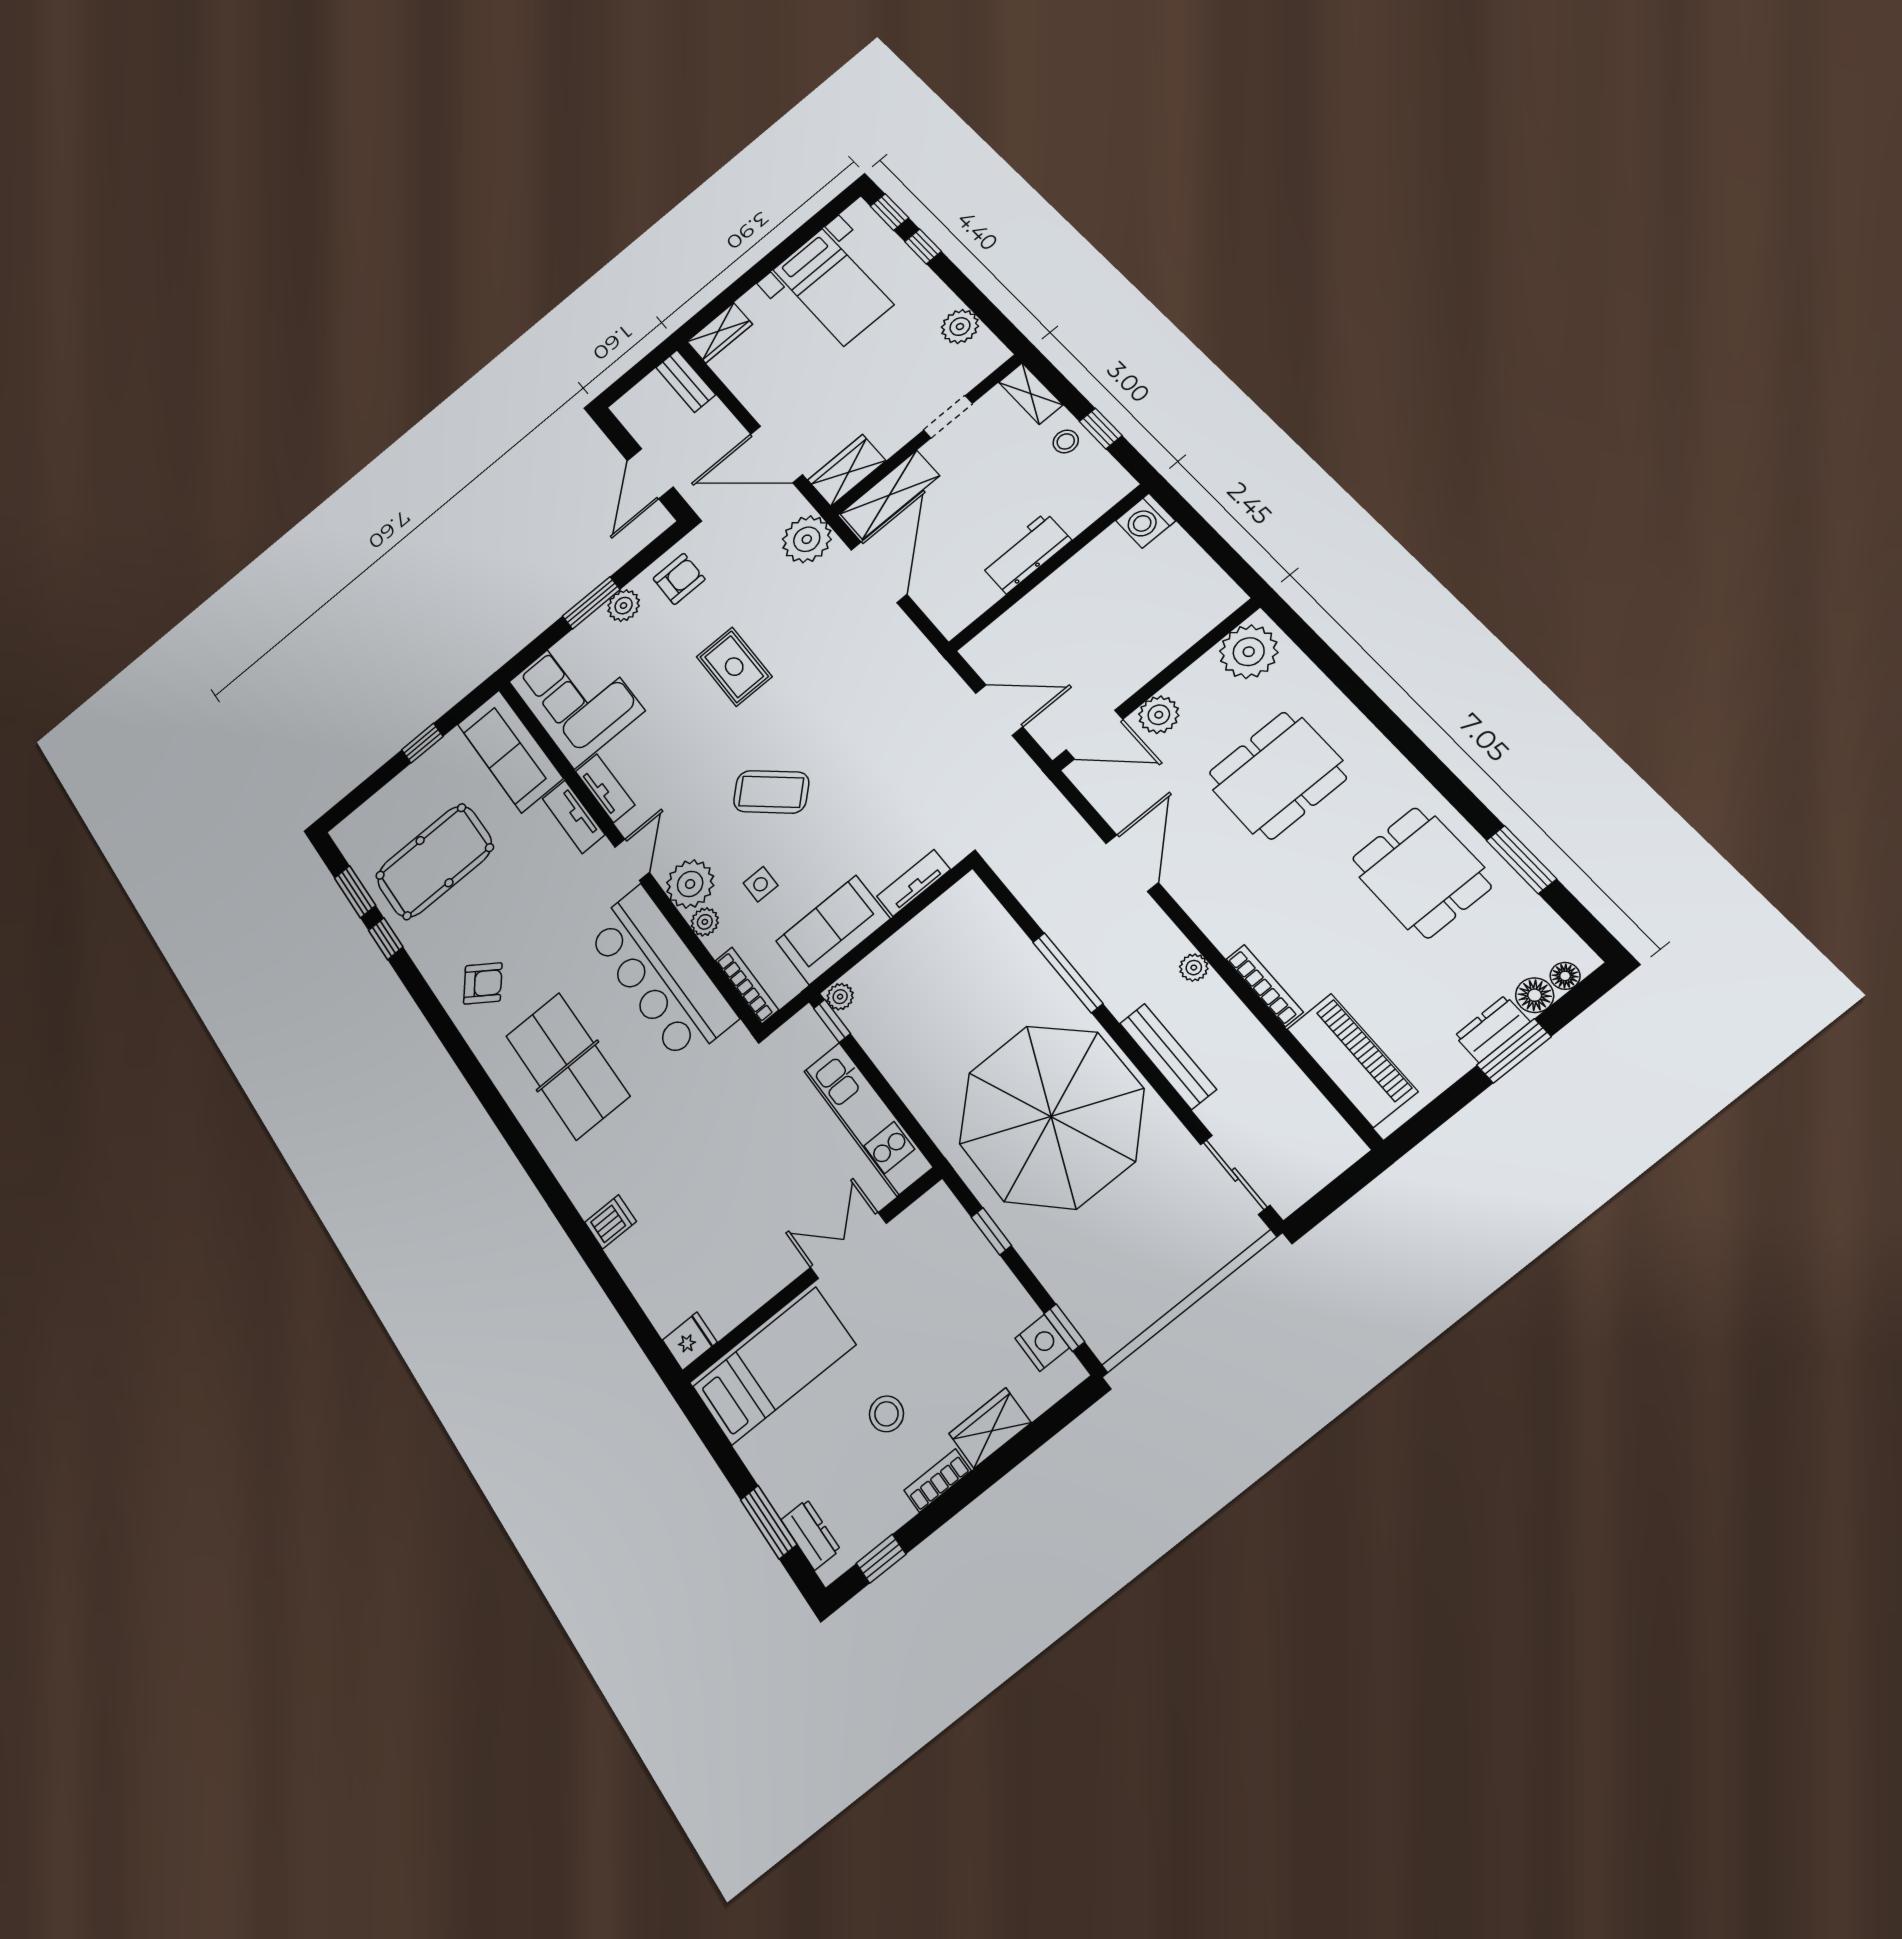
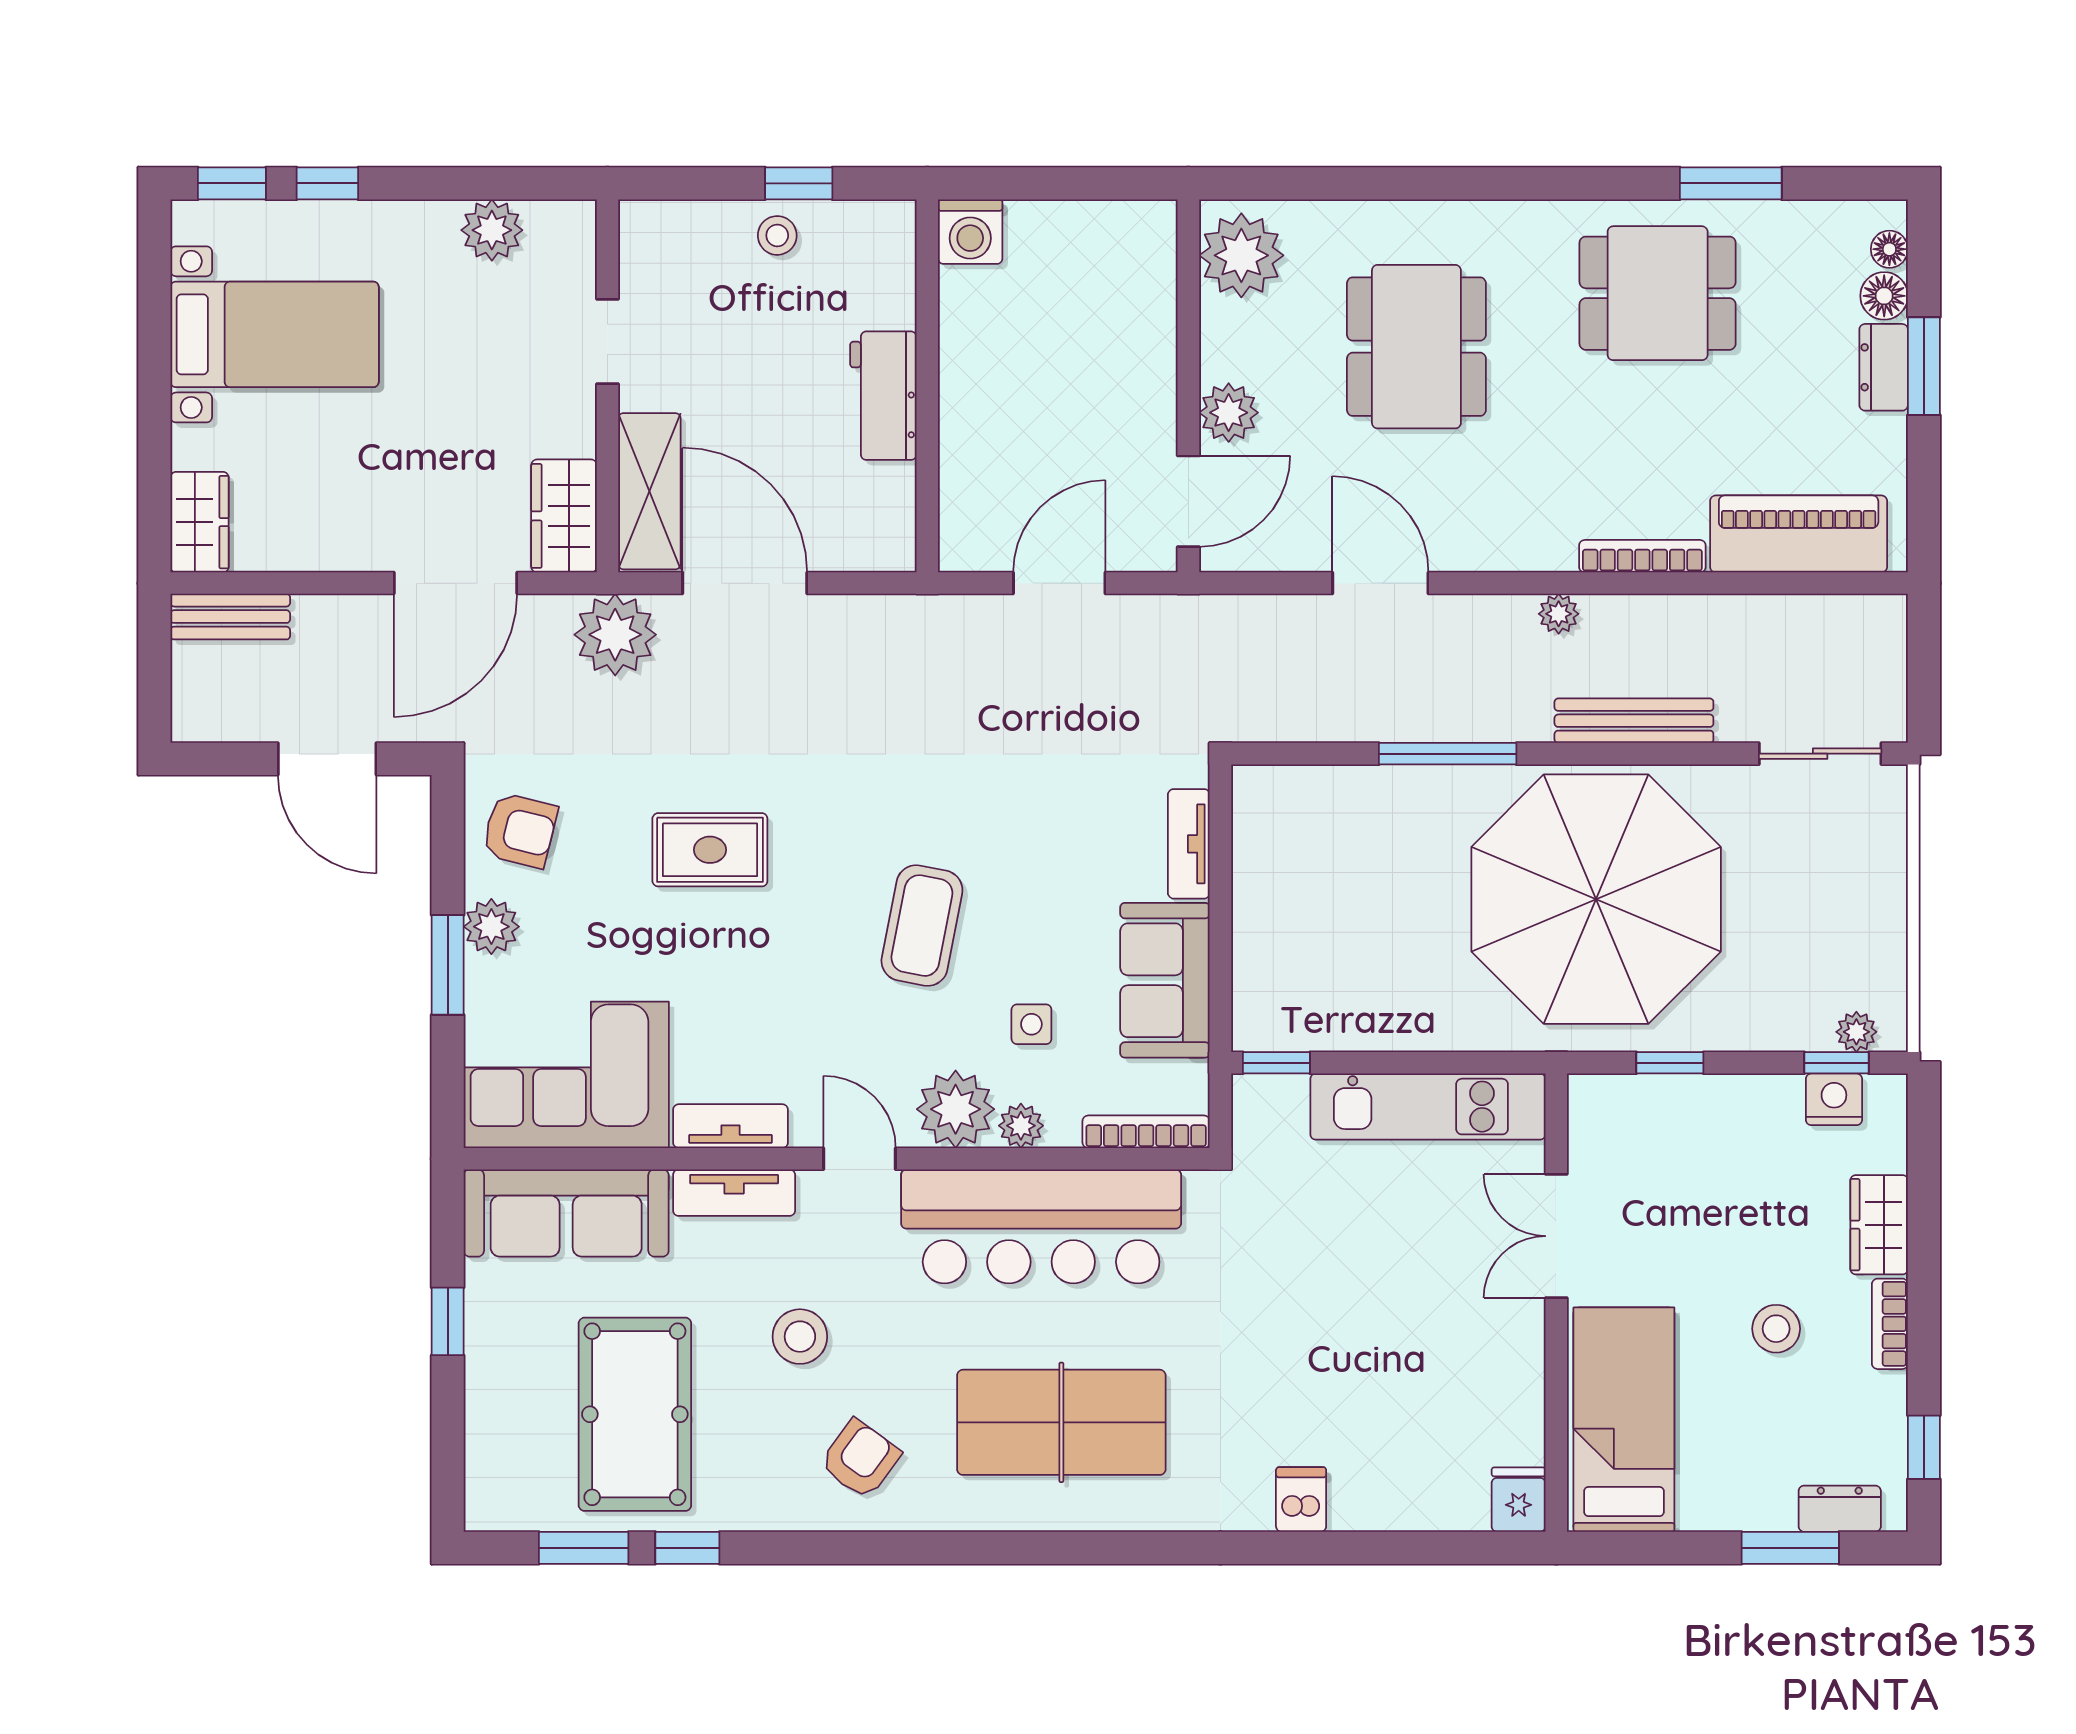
shelving: (1031, 394) -> (671, 223), removed
armchair: (679, 579) -> (520, 830), turned 104
coffee table: (771, 792) -> (922, 926), turned -33
stool: (524, 905) -> (800, 1337), added
plant: (840, 997) -> (1856, 1032), moved

